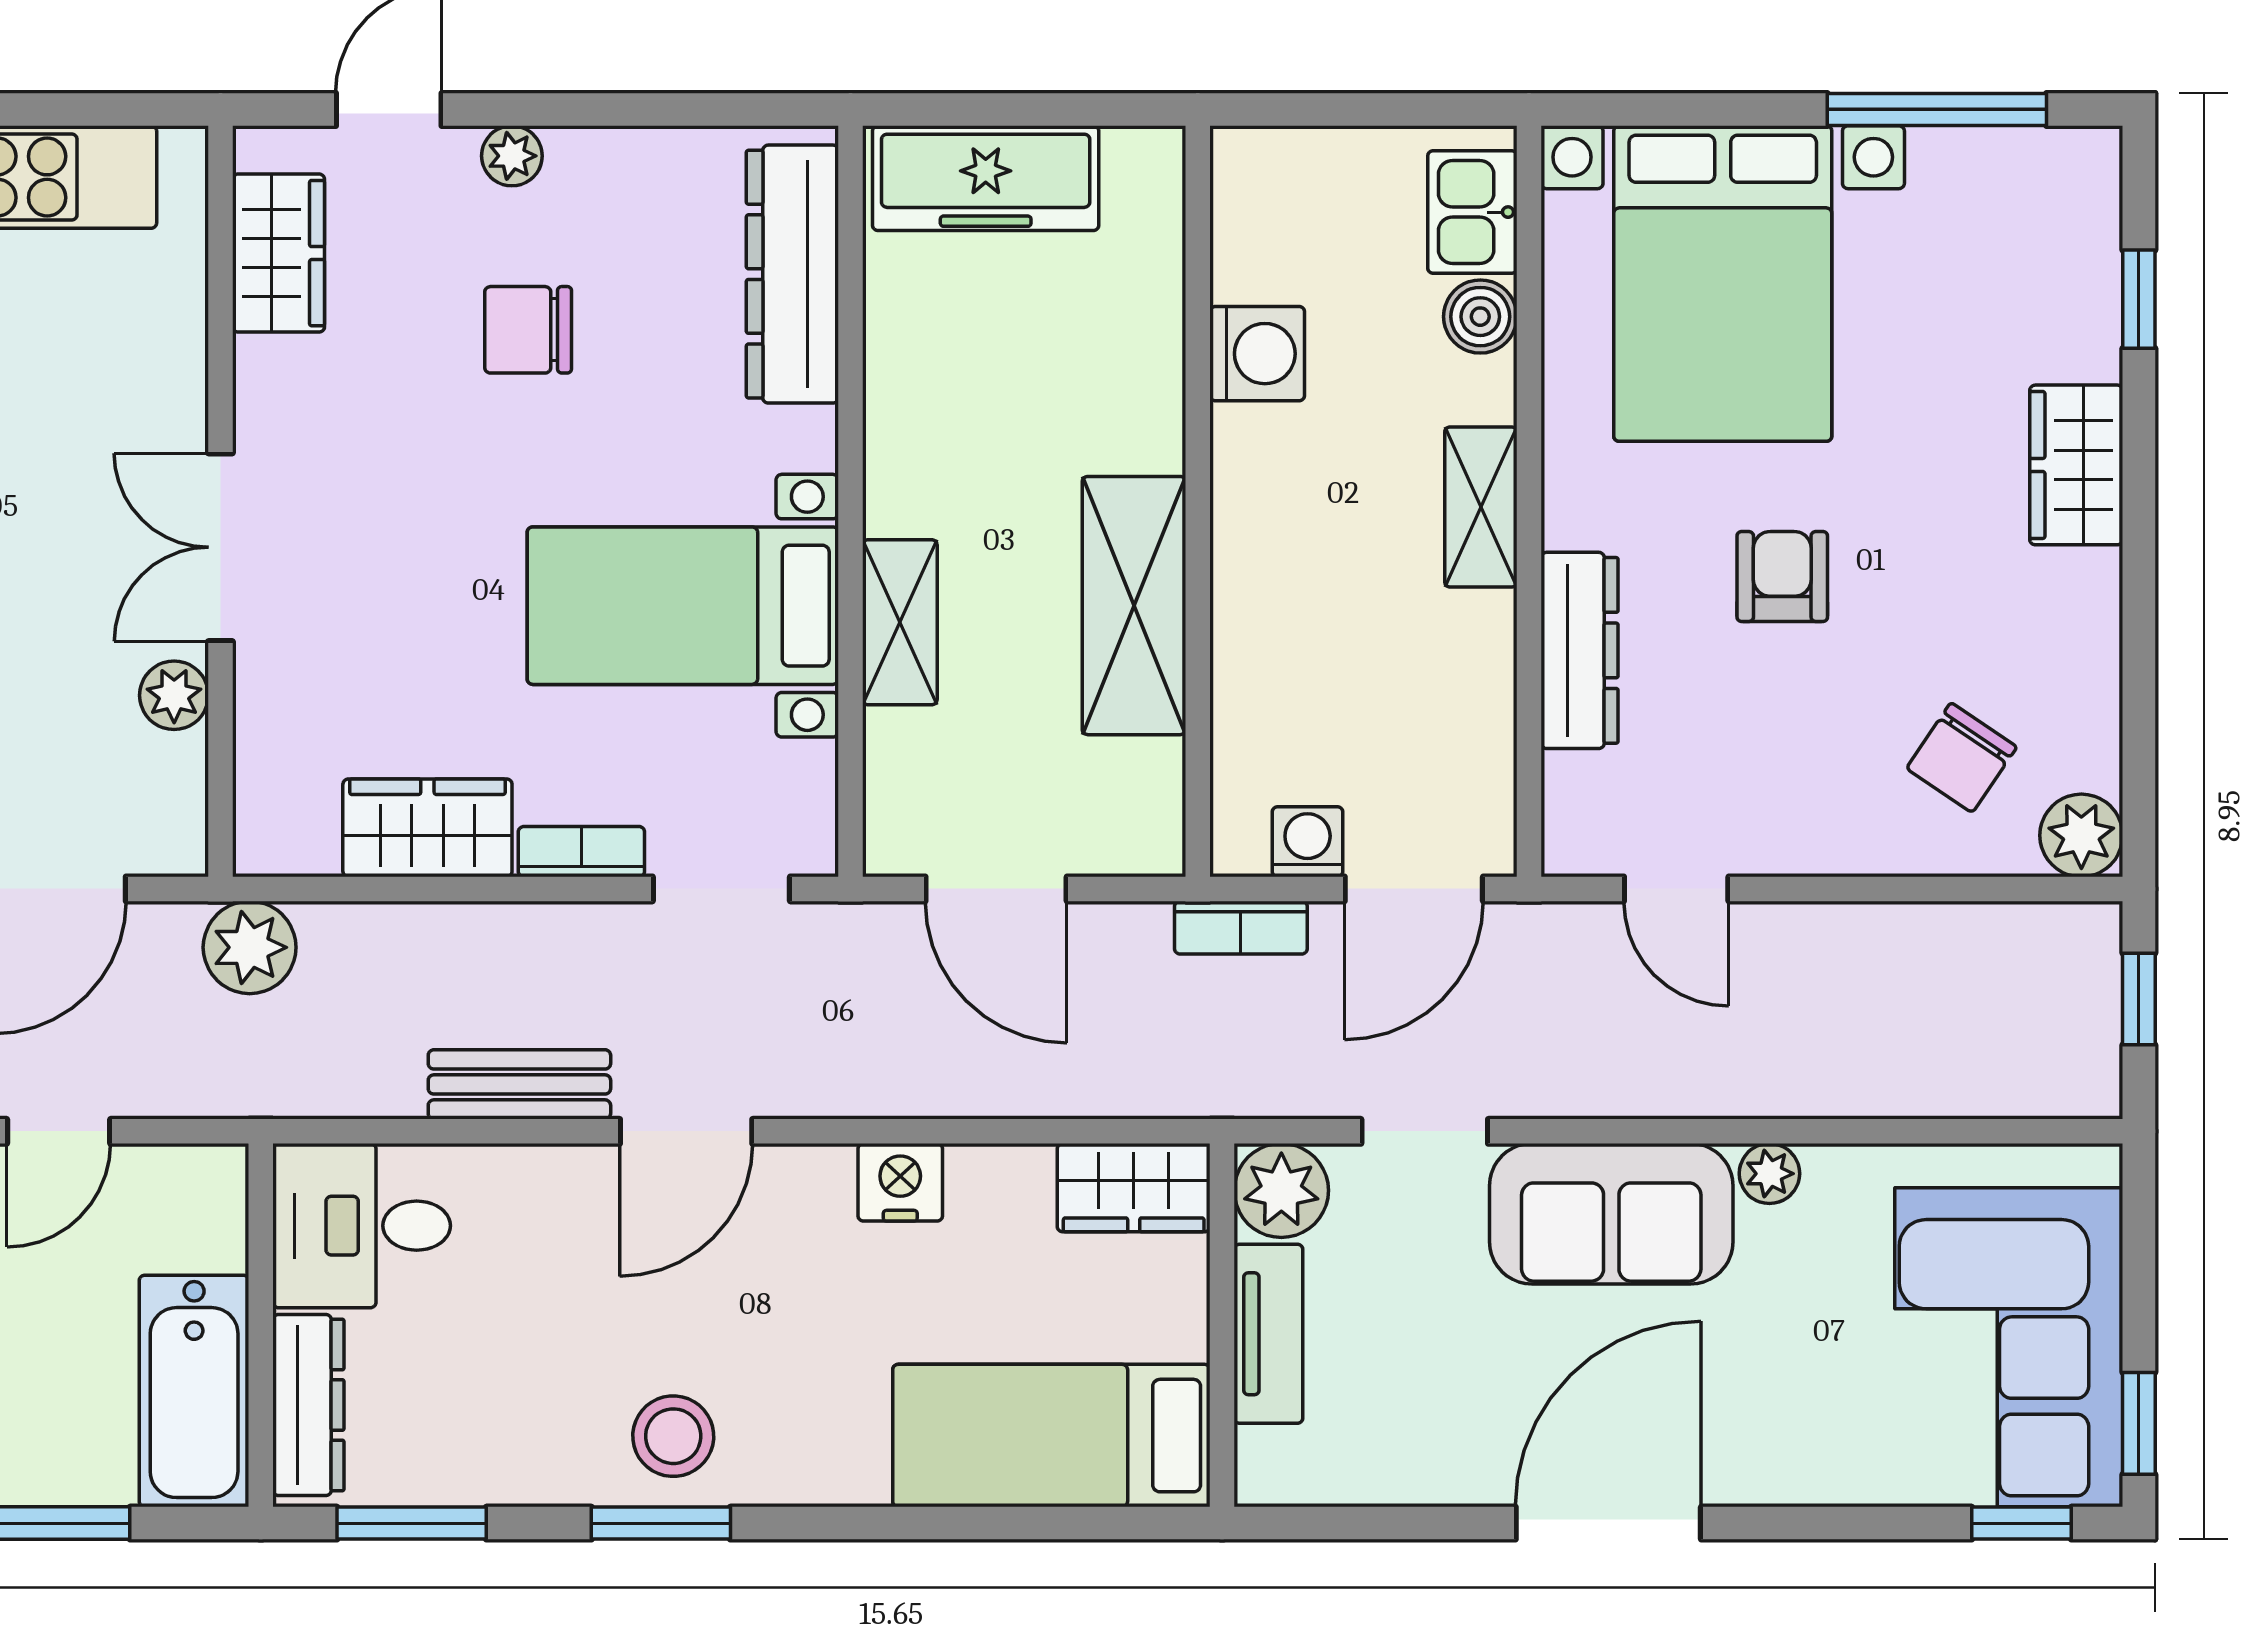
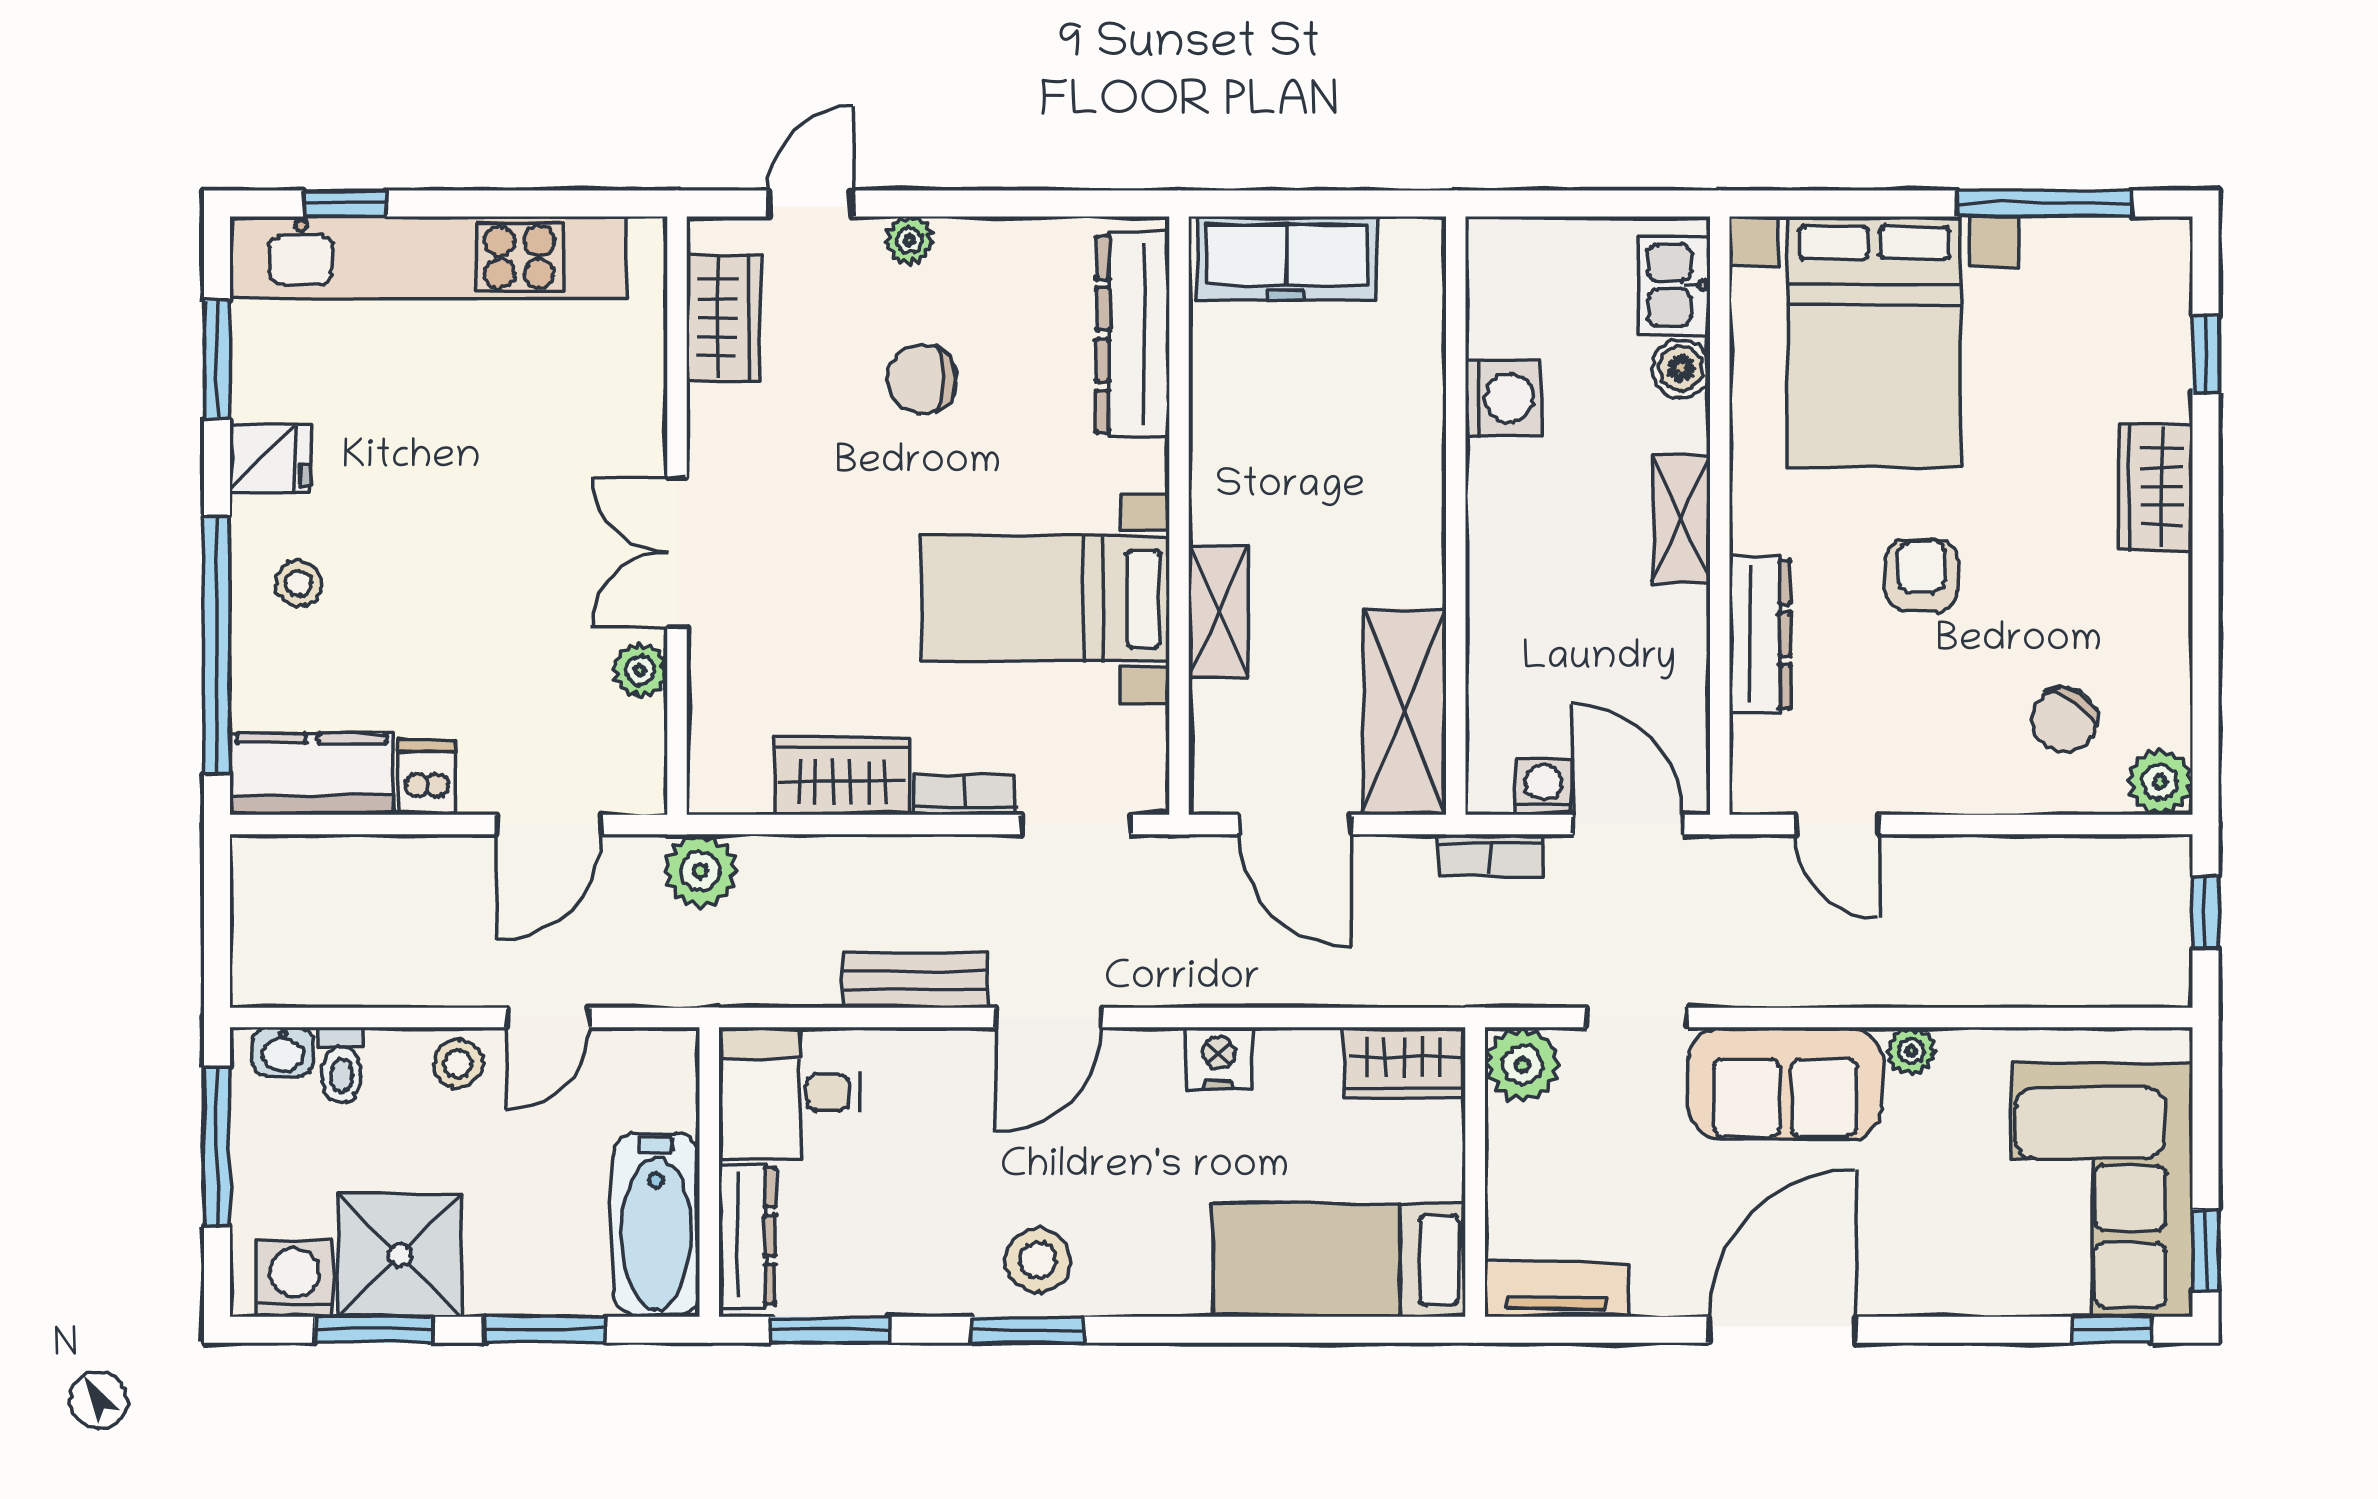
shelving: (1134, 606) -> (1405, 712), moved
door: (1414, 889) -> (1628, 824), swing flipped
tv unit: (1268, 1334) -> (1556, 1290), moved, turned -90

